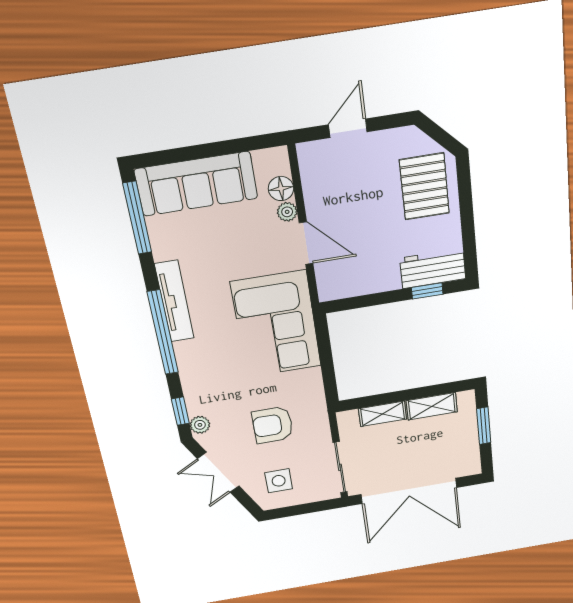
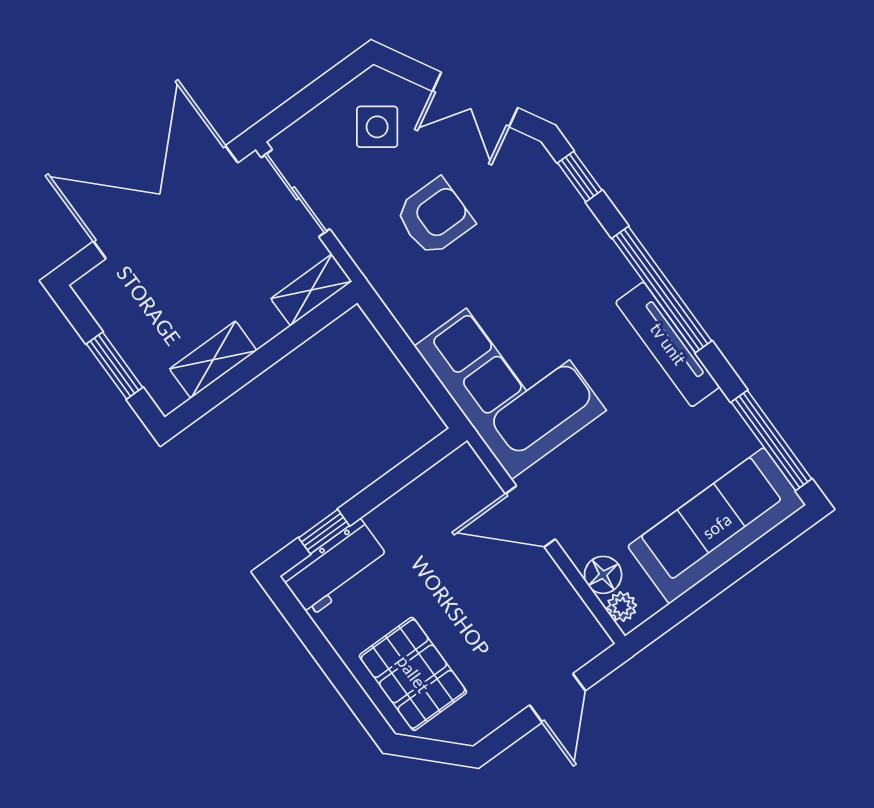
plant: (287, 212) -> (622, 607), moved
shelving: (383, 414) -> (311, 290), moved
plant: (200, 425) -> (541, 167), removed
double door: (218, 472) -> (475, 99), swing flipped
side table: (279, 481) -> (377, 127), turned 36

